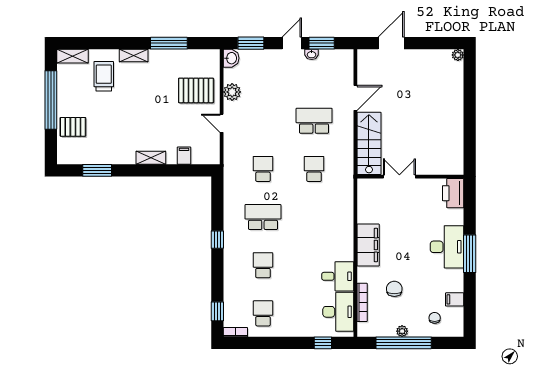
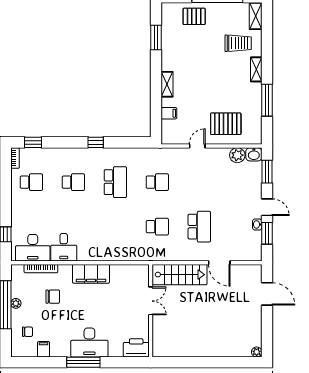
pallet: (196, 90) -> (226, 124), turned 90
plant: (232, 92) -> (237, 155), moved
pallet: (73, 127) -> (194, 16), turned 90

